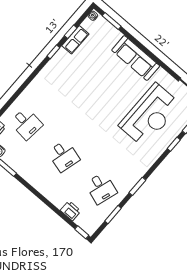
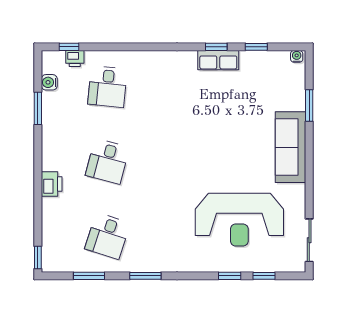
window: (112, 21) -> (309, 106), moved
row of seats: (75, 40) -> (218, 60), moved
printer: (71, 211) -> (52, 184), moved

